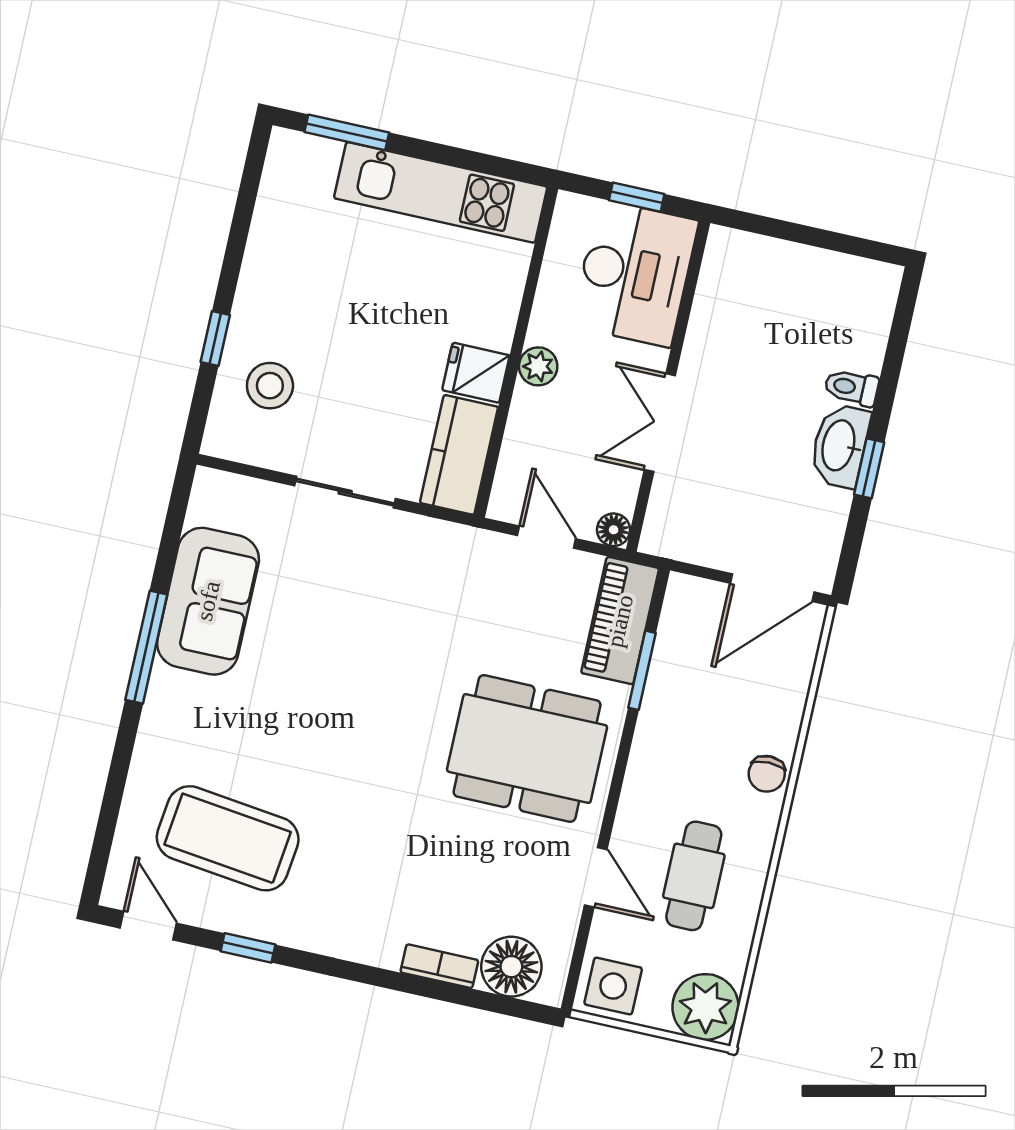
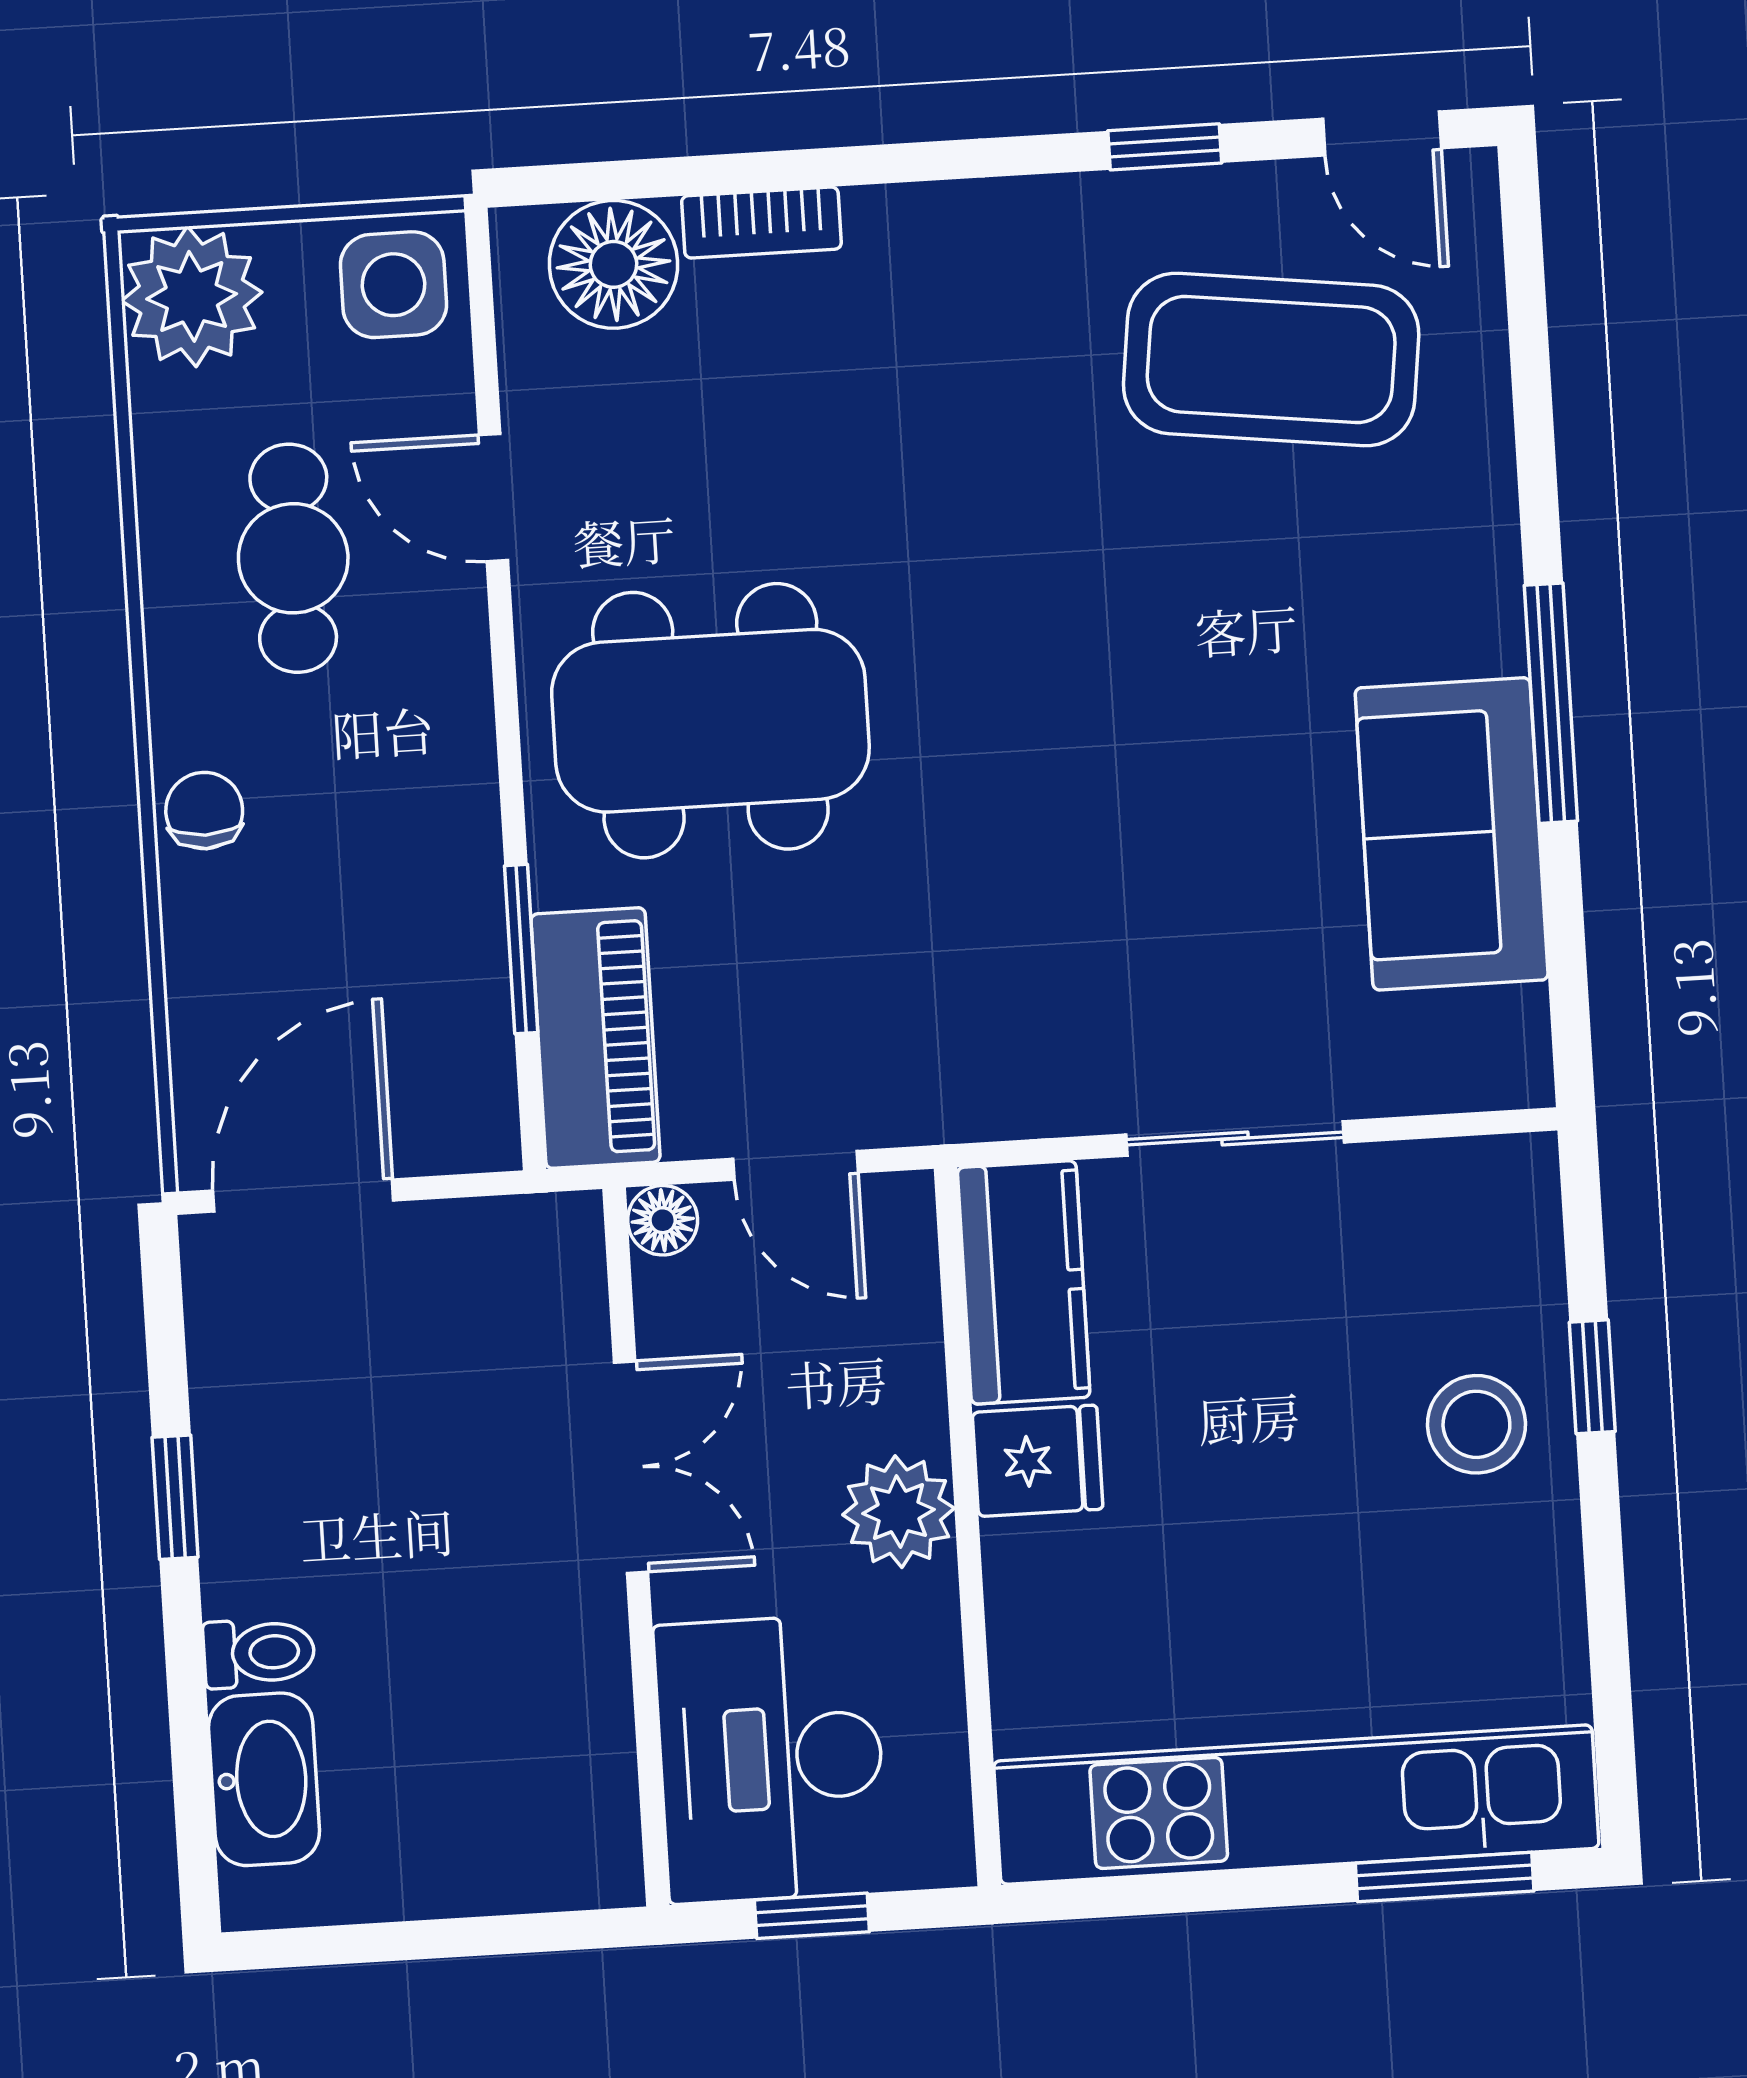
kitchen unit: (441, 192) -> (1296, 1805), width x1.36
plant: (538, 366) -> (898, 1512), width x1.38, depth x1.38
stool: (270, 386) -> (1476, 1424), moved
washbasin: (840, 446) -> (264, 1779), moved

